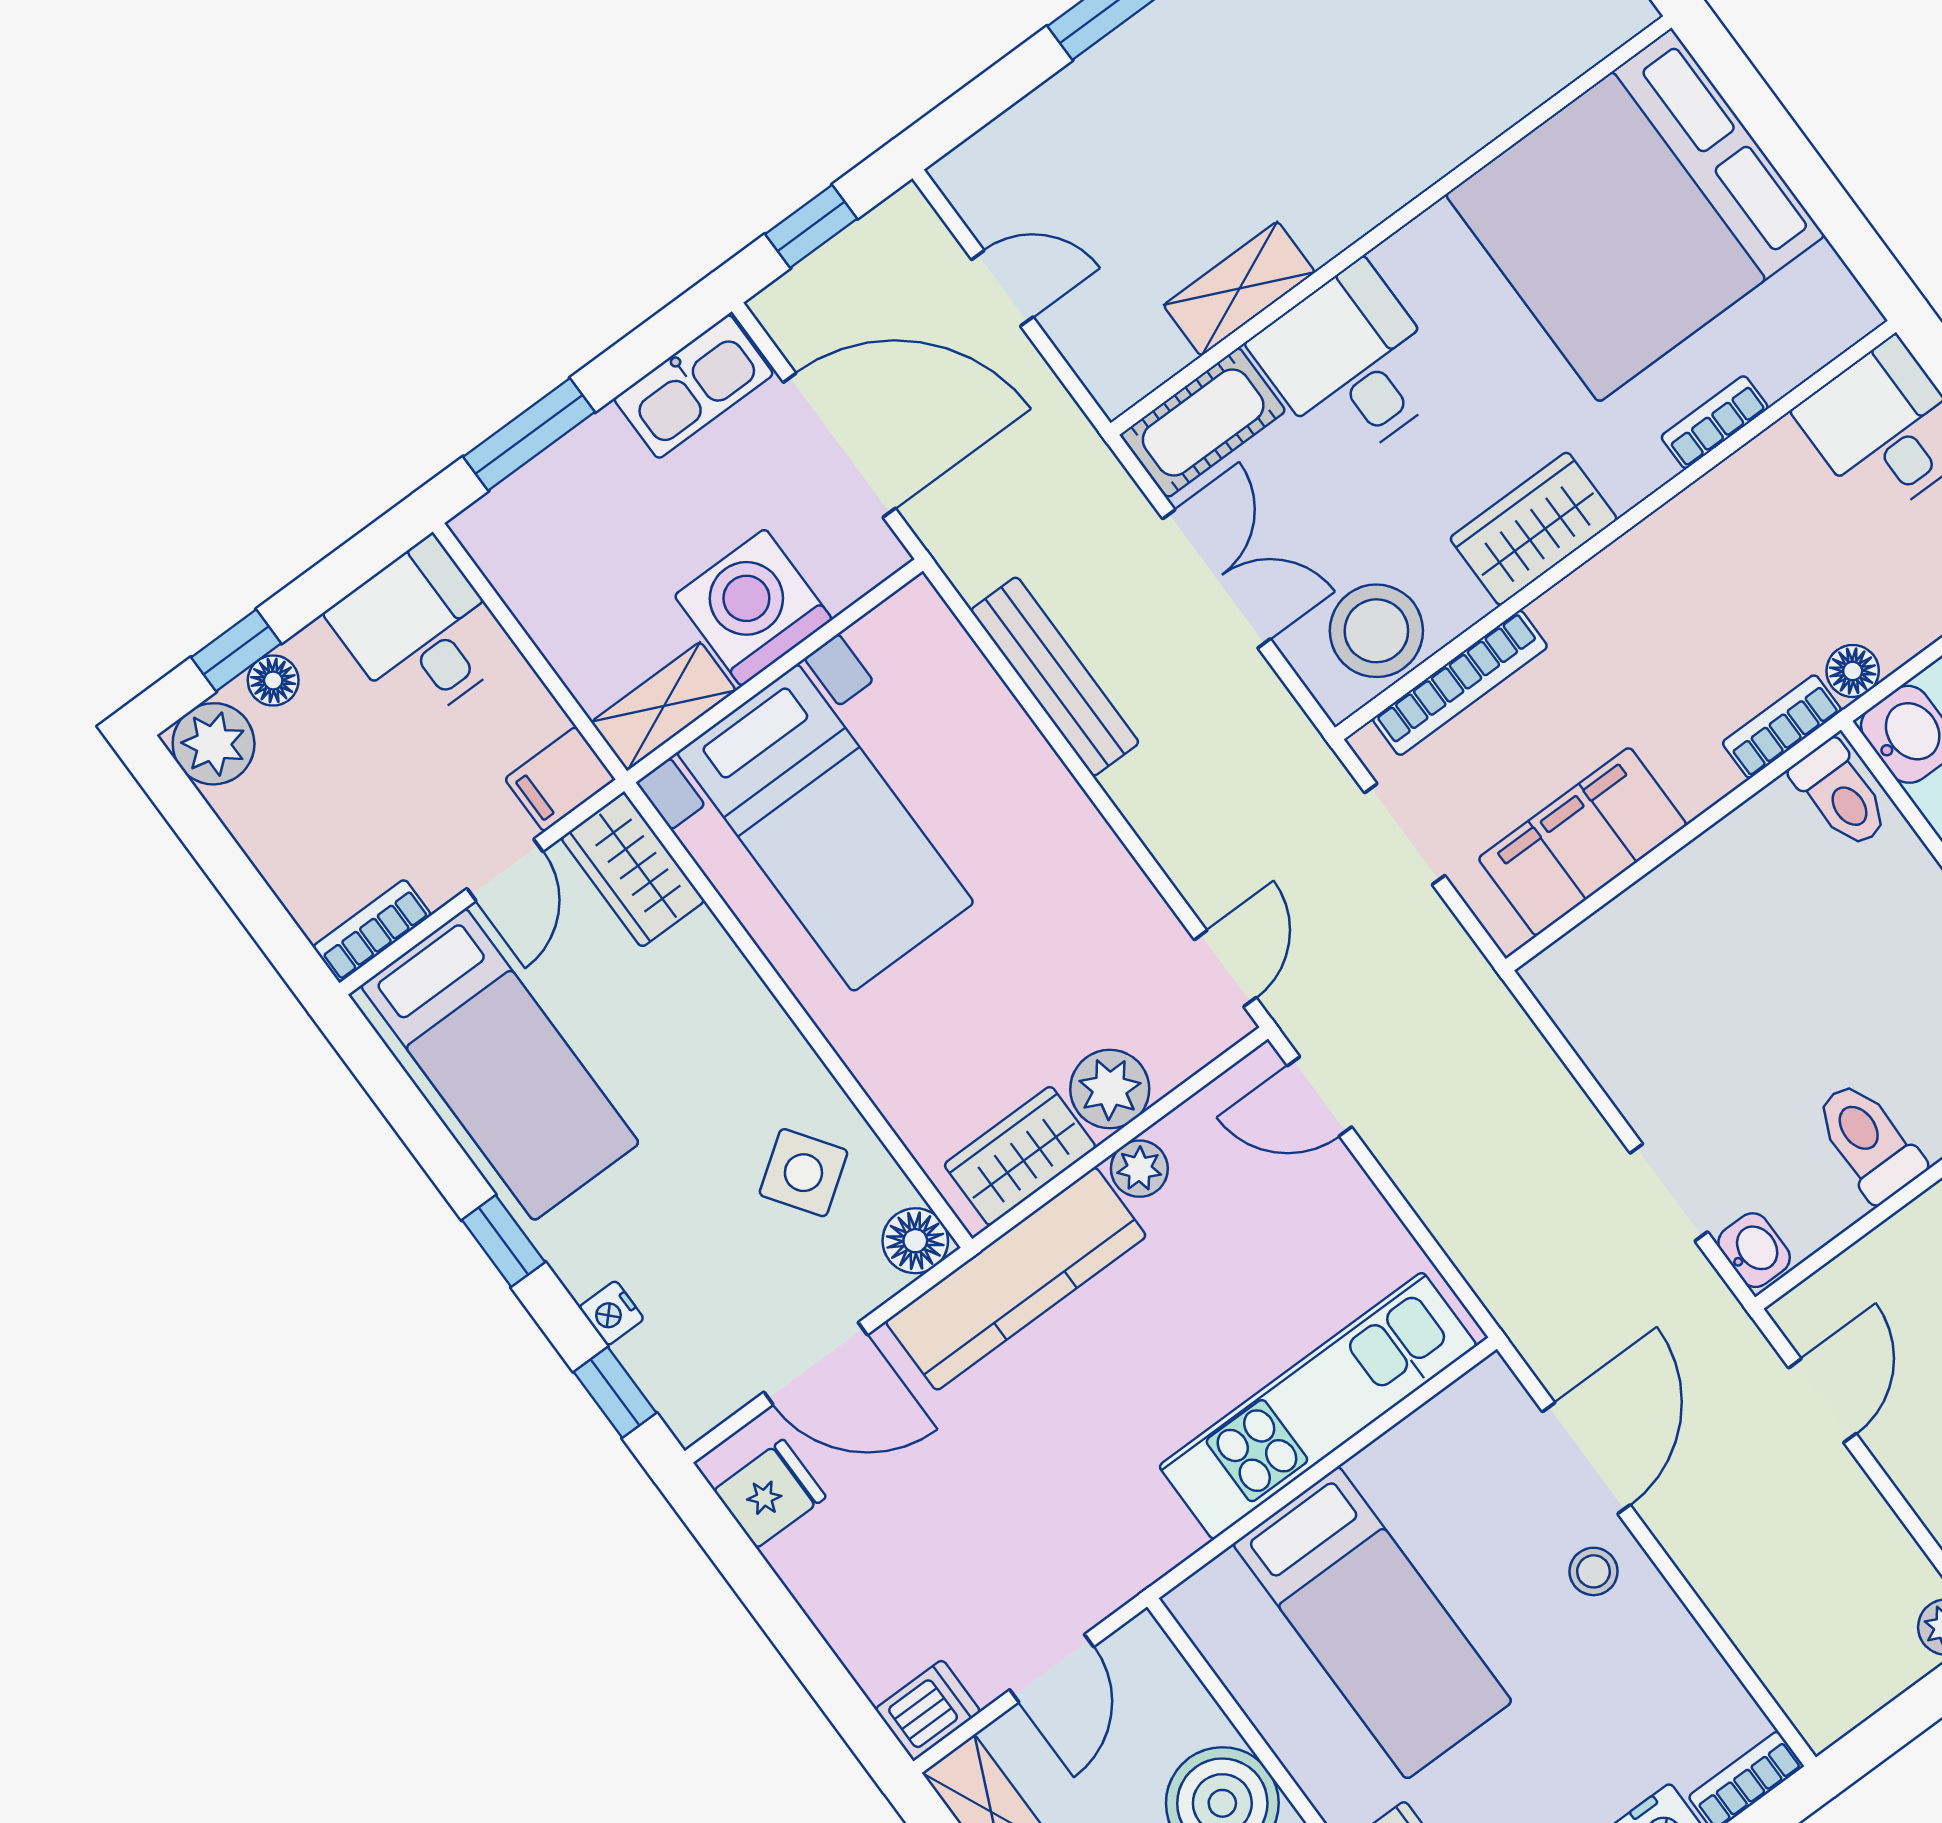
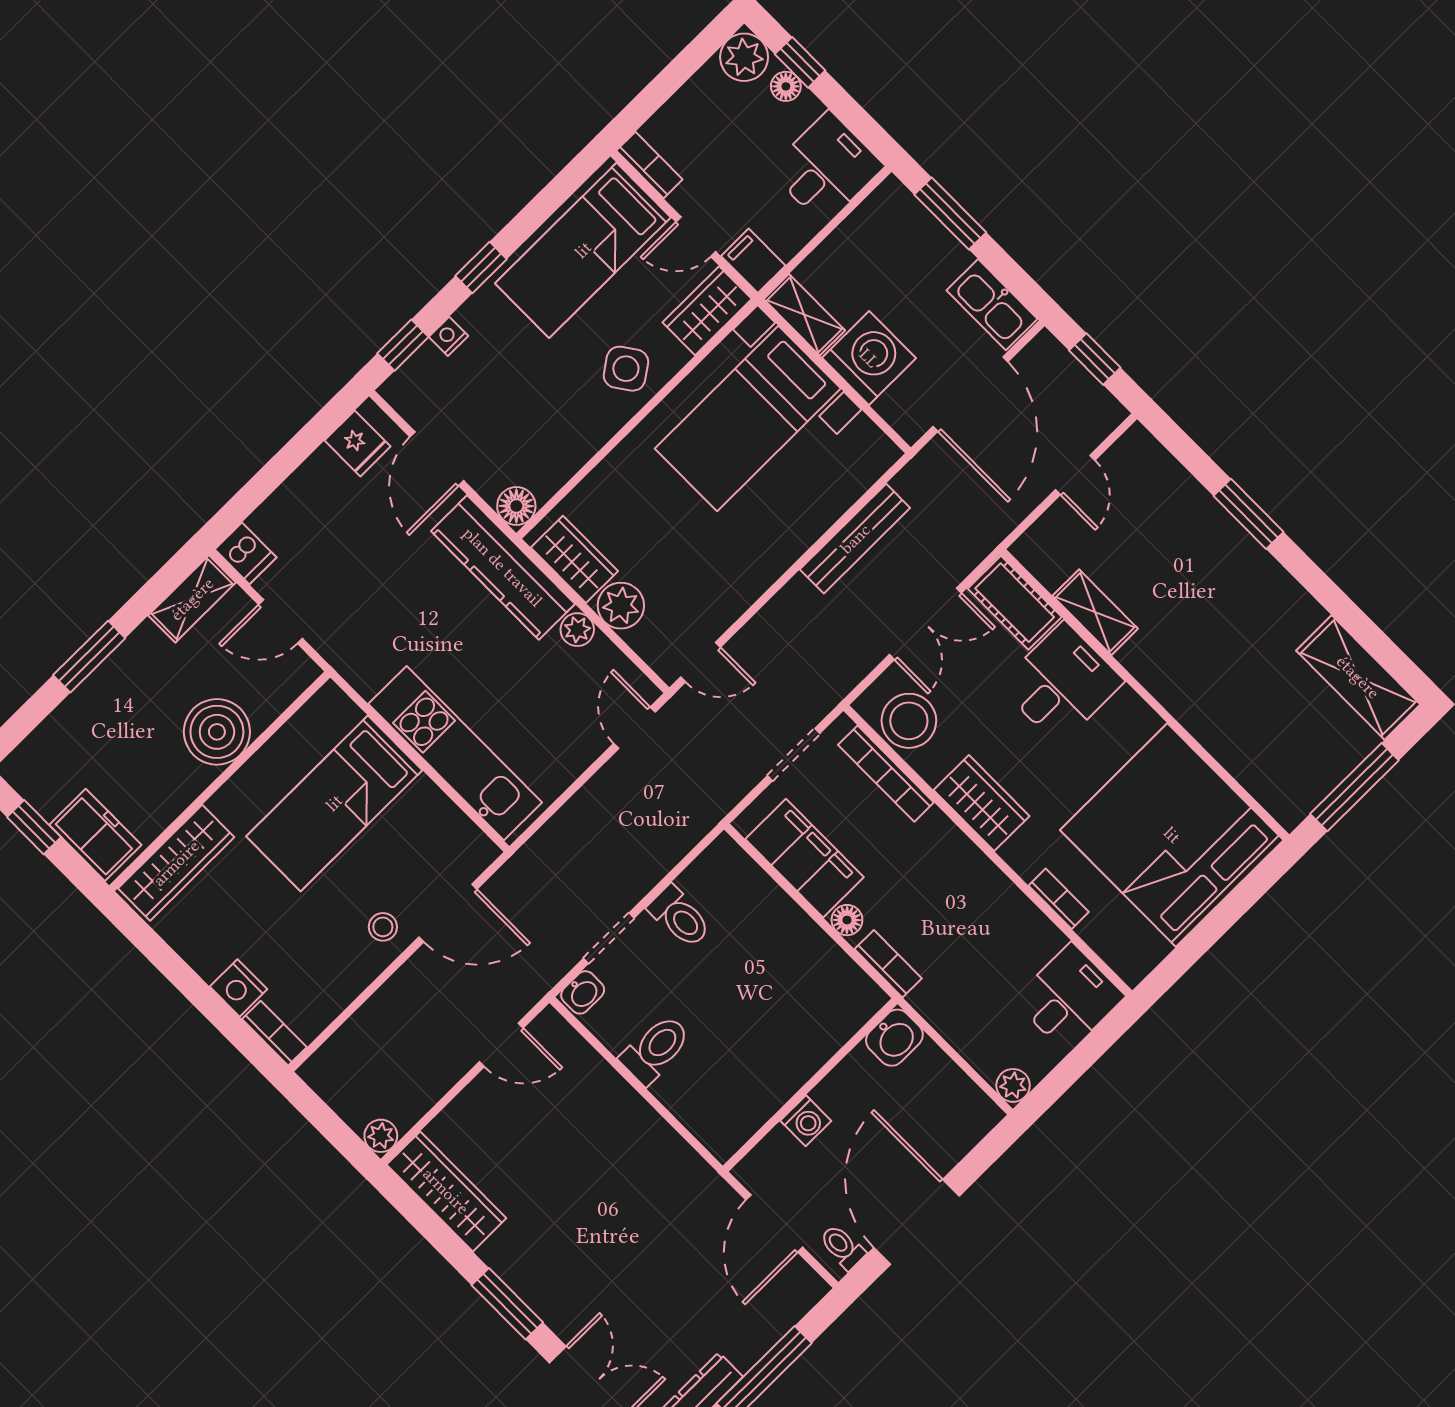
floor lamp: (1853, 671) -> (847, 920), moved
toilet: (1841, 794) -> (680, 917), moved, turned -90
side table: (803, 1173) -> (626, 369), moved

